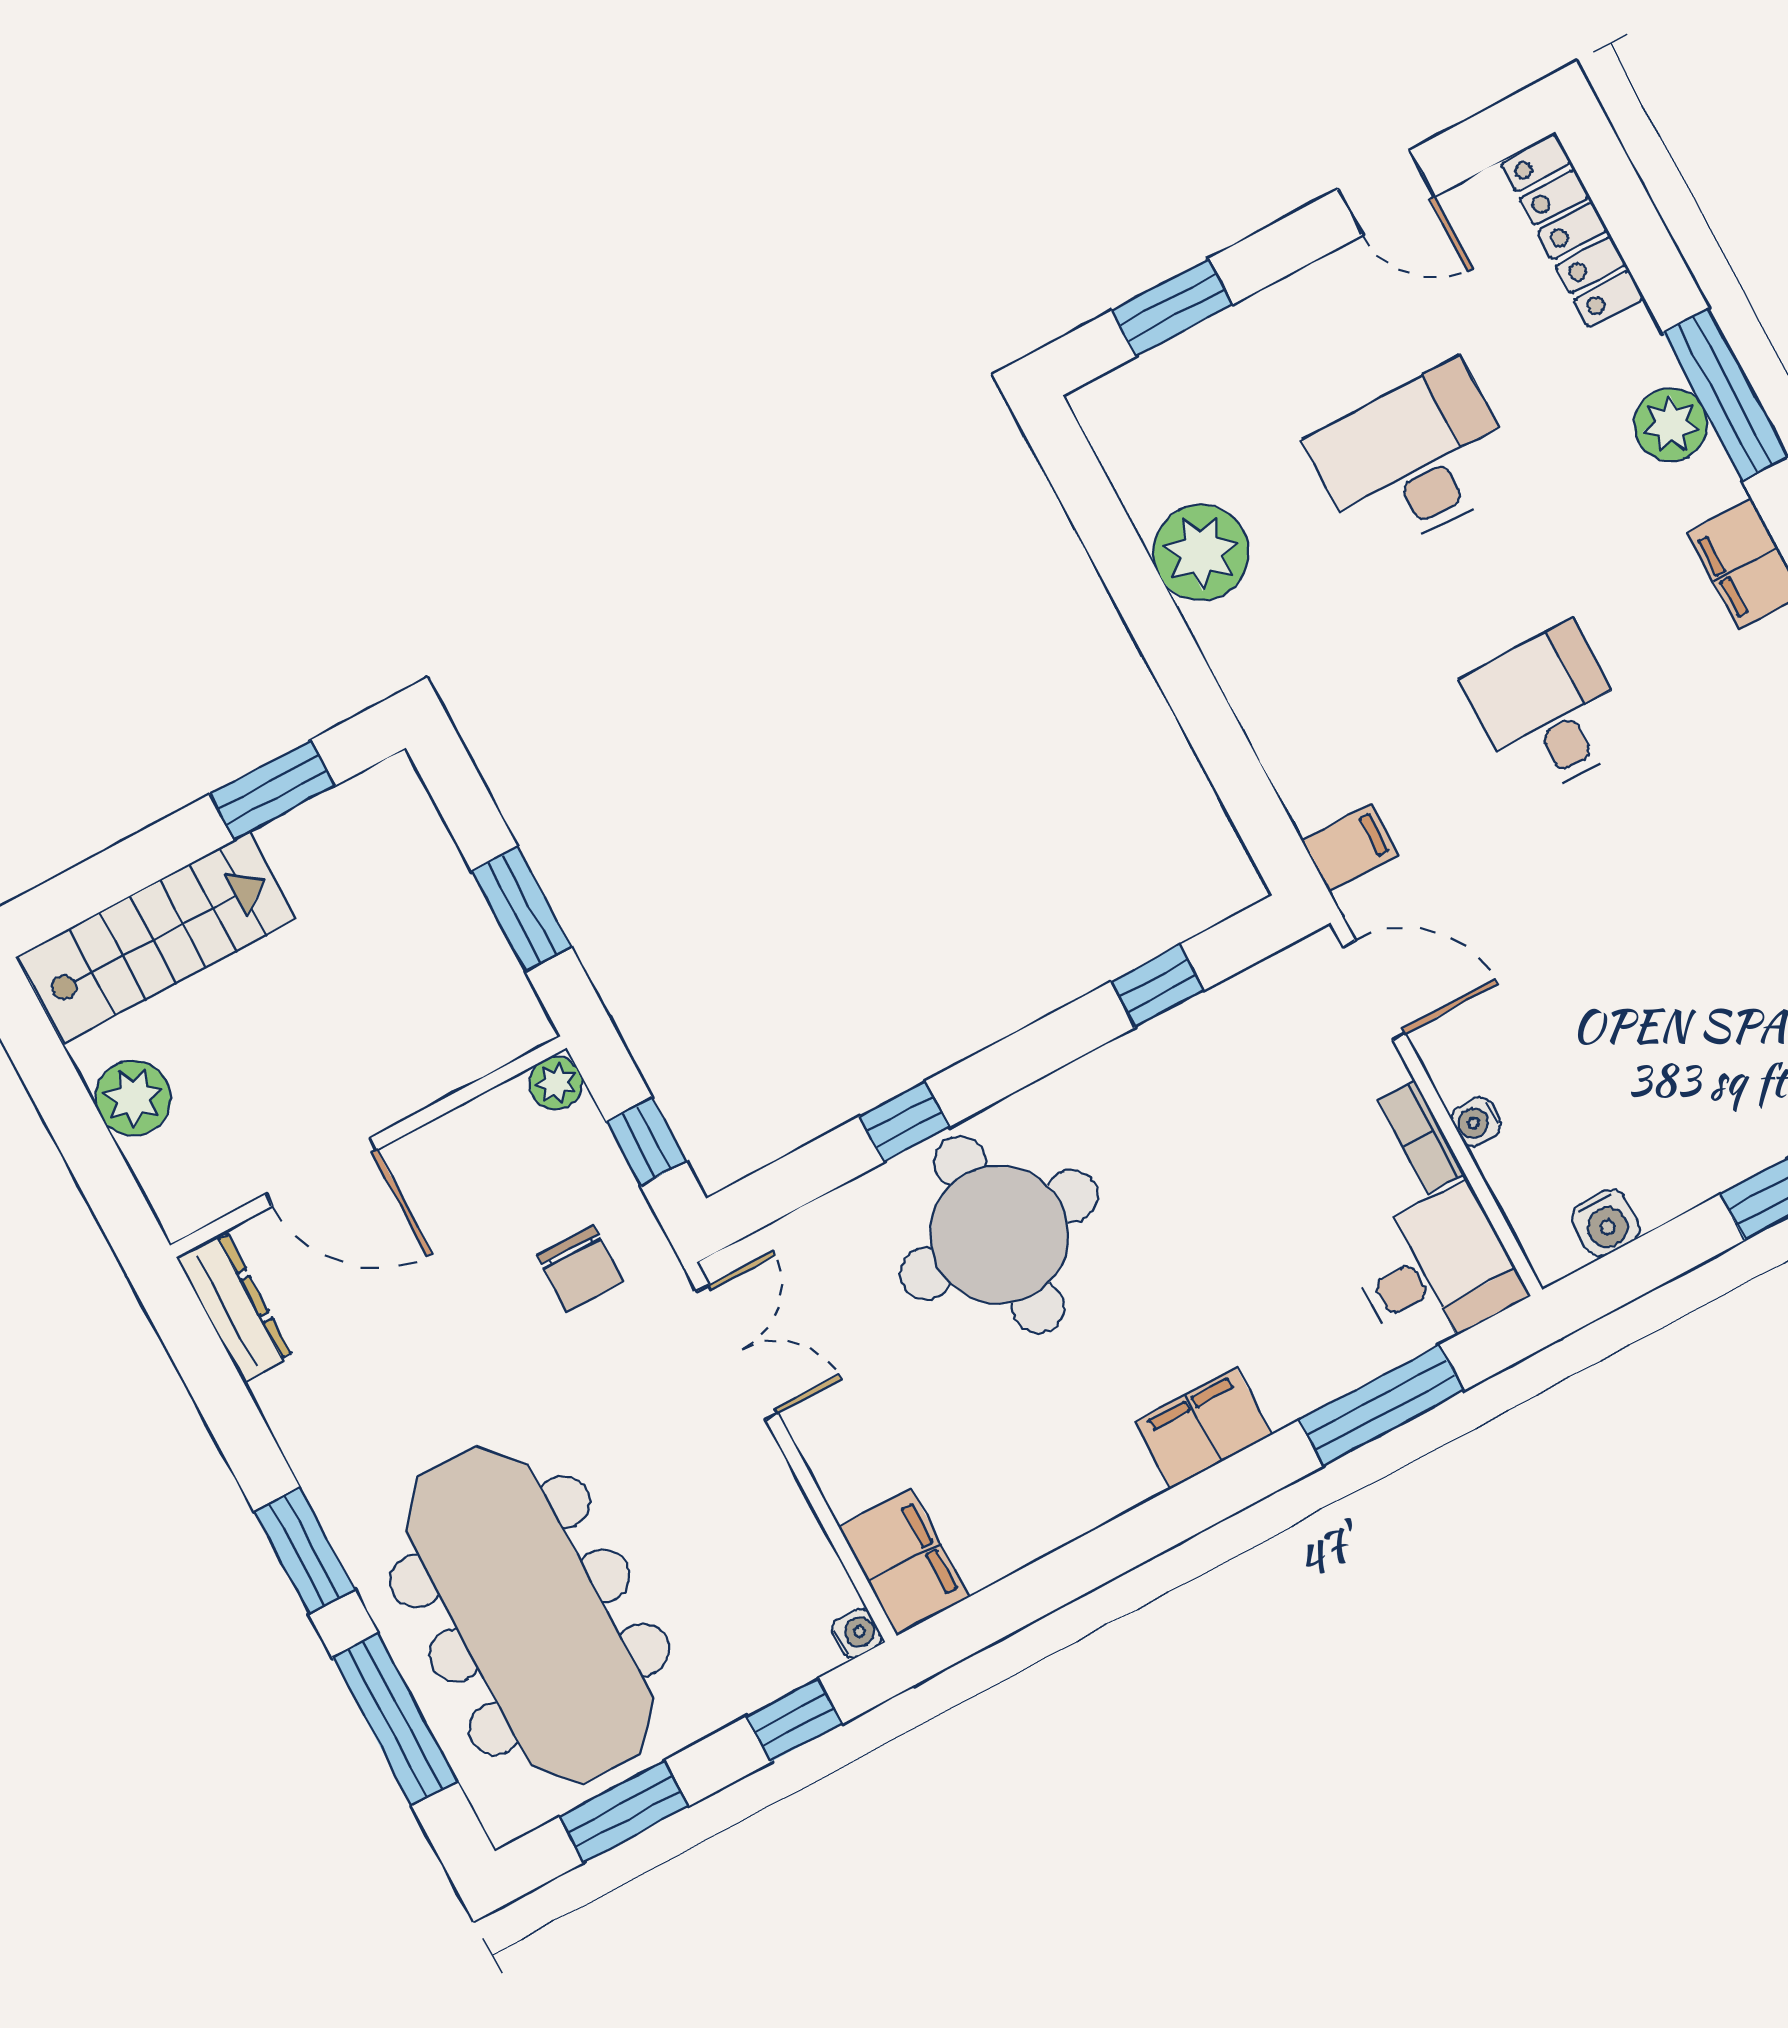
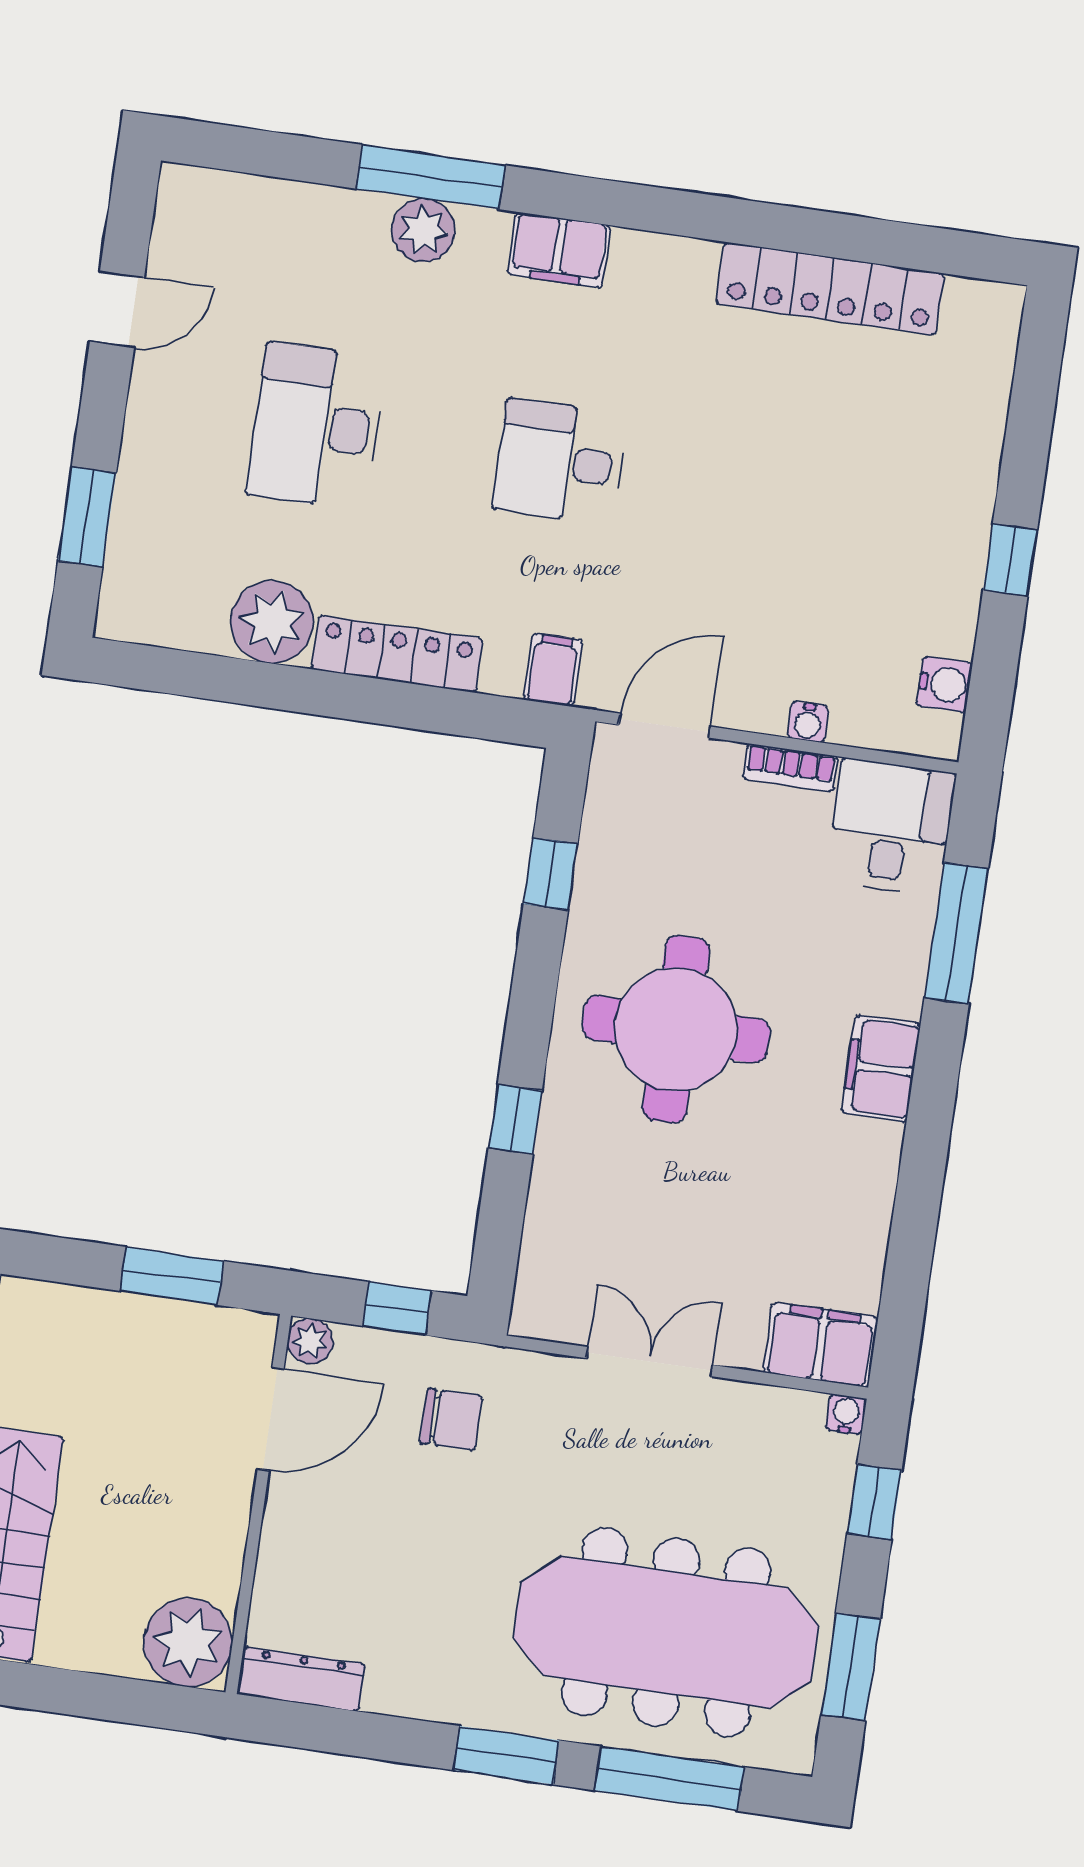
locker: (1573, 231) -> (397, 654), moved, turned 180
plant: (133, 1098) -> (188, 1642), moved, width x1.36, depth x1.36
door: (321, 1172) -> (271, 1419), moved
round table: (999, 1235) -> (676, 1029), moved
double door: (737, 1352) -> (650, 1362), moved

